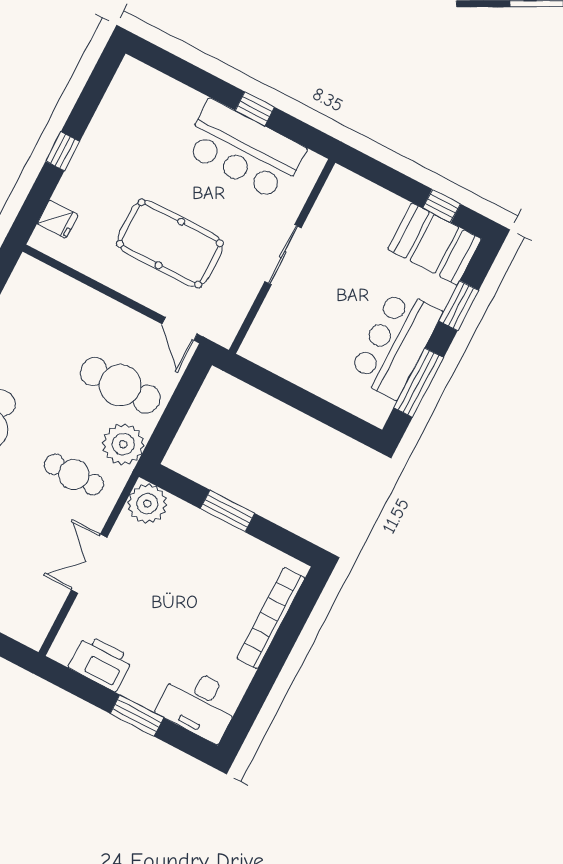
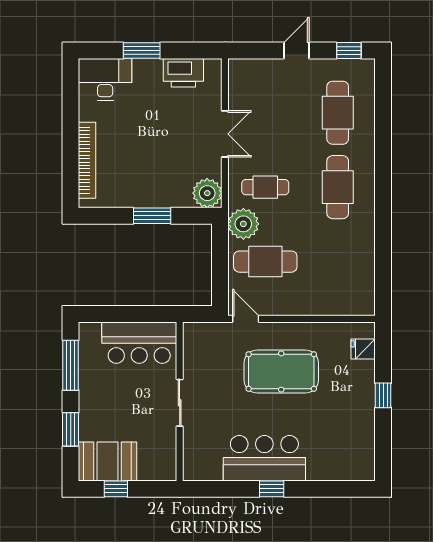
sliding door: (283, 255) -> (180, 403), moved
wall: (282, 256) -> (180, 401), moved
bar counter: (395, 344) -> (139, 343), moved, turned 90

